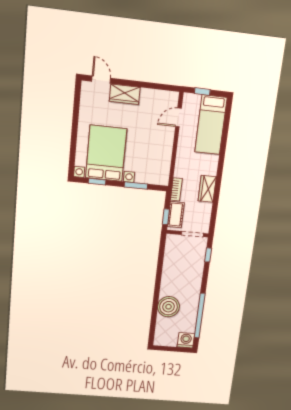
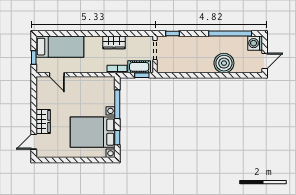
window: (136, 185) -> (117, 104), width x1.44
door: (166, 348) -> (265, 61), added

